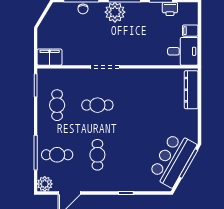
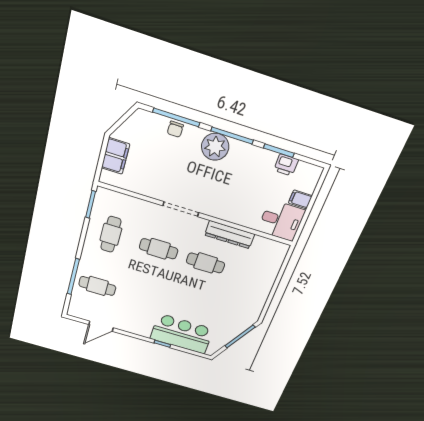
filing cabinet: (50, 57) -> (115, 156), moved, turned 90
dresser: (191, 90) -> (230, 235), moved, turned -90
cafe table: (97, 155) -> (206, 263), moved, turned 90
bar counter: (173, 160) -> (182, 334), moved, turned 61
plant: (45, 184) -> (76, 310), removed

